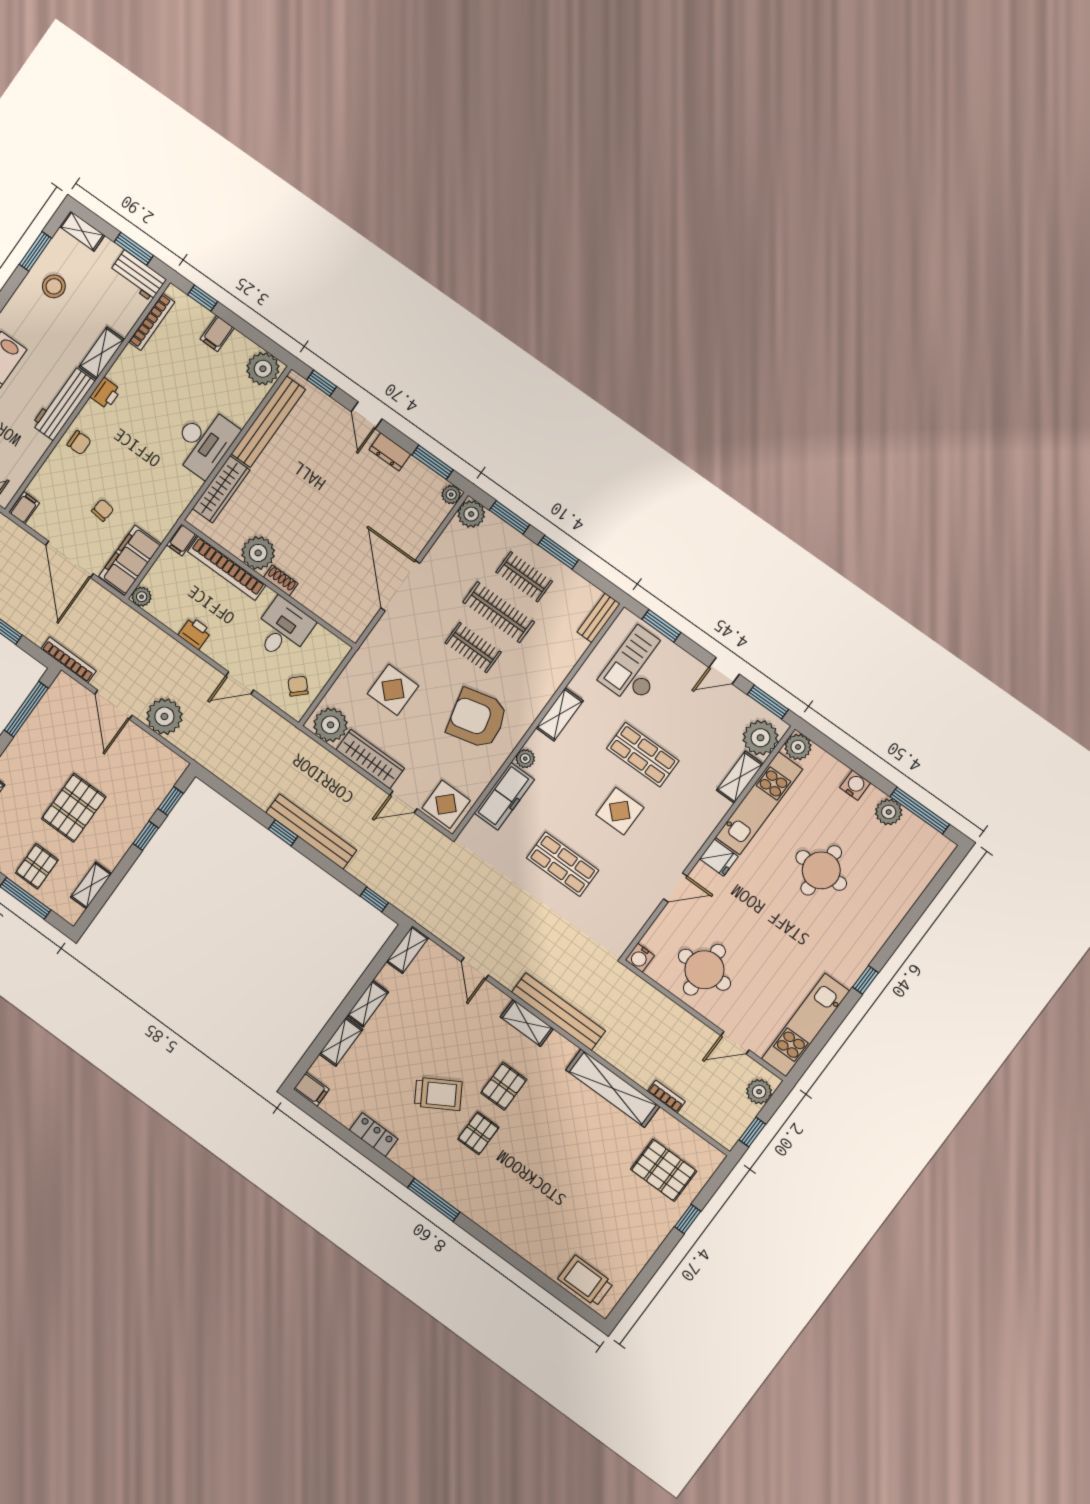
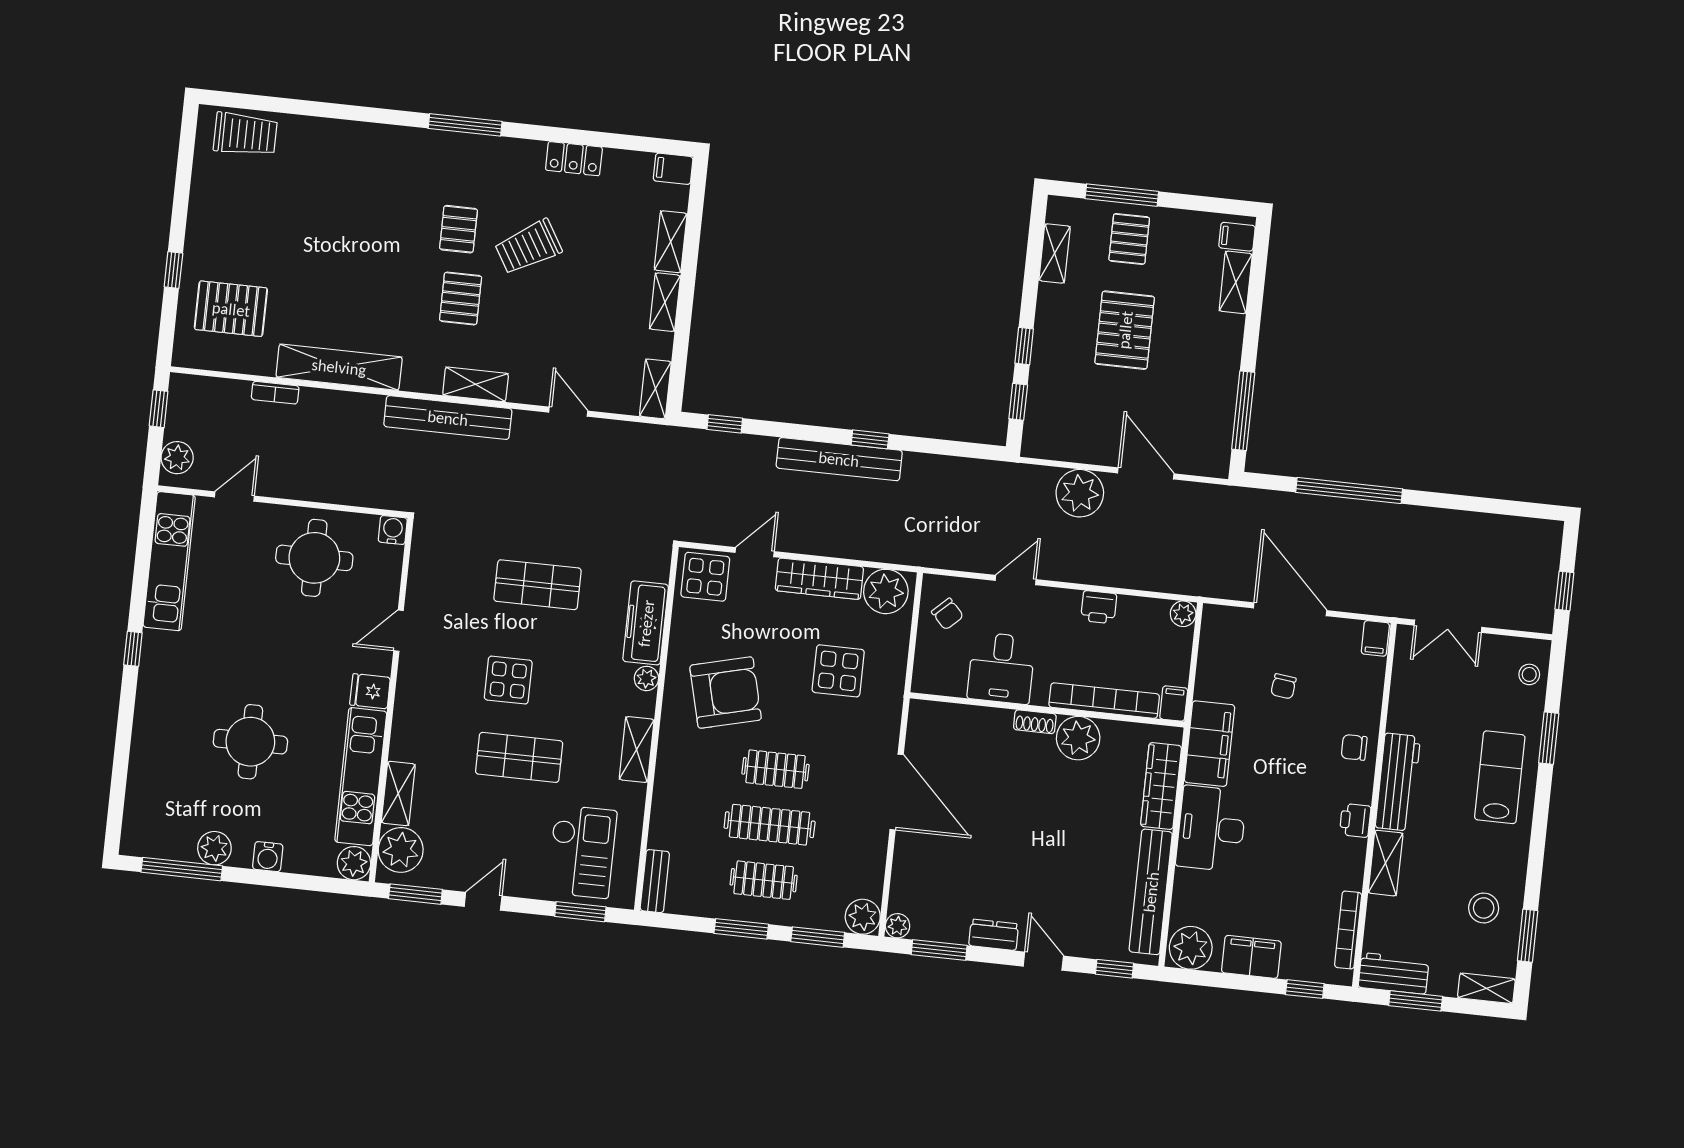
filing cabinet: (217, 334) -> (1251, 957), width x2.00
filing cabinet: (130, 560) -> (1209, 744), moved
bookcase: (69, 660) -> (1226, 495), removed

